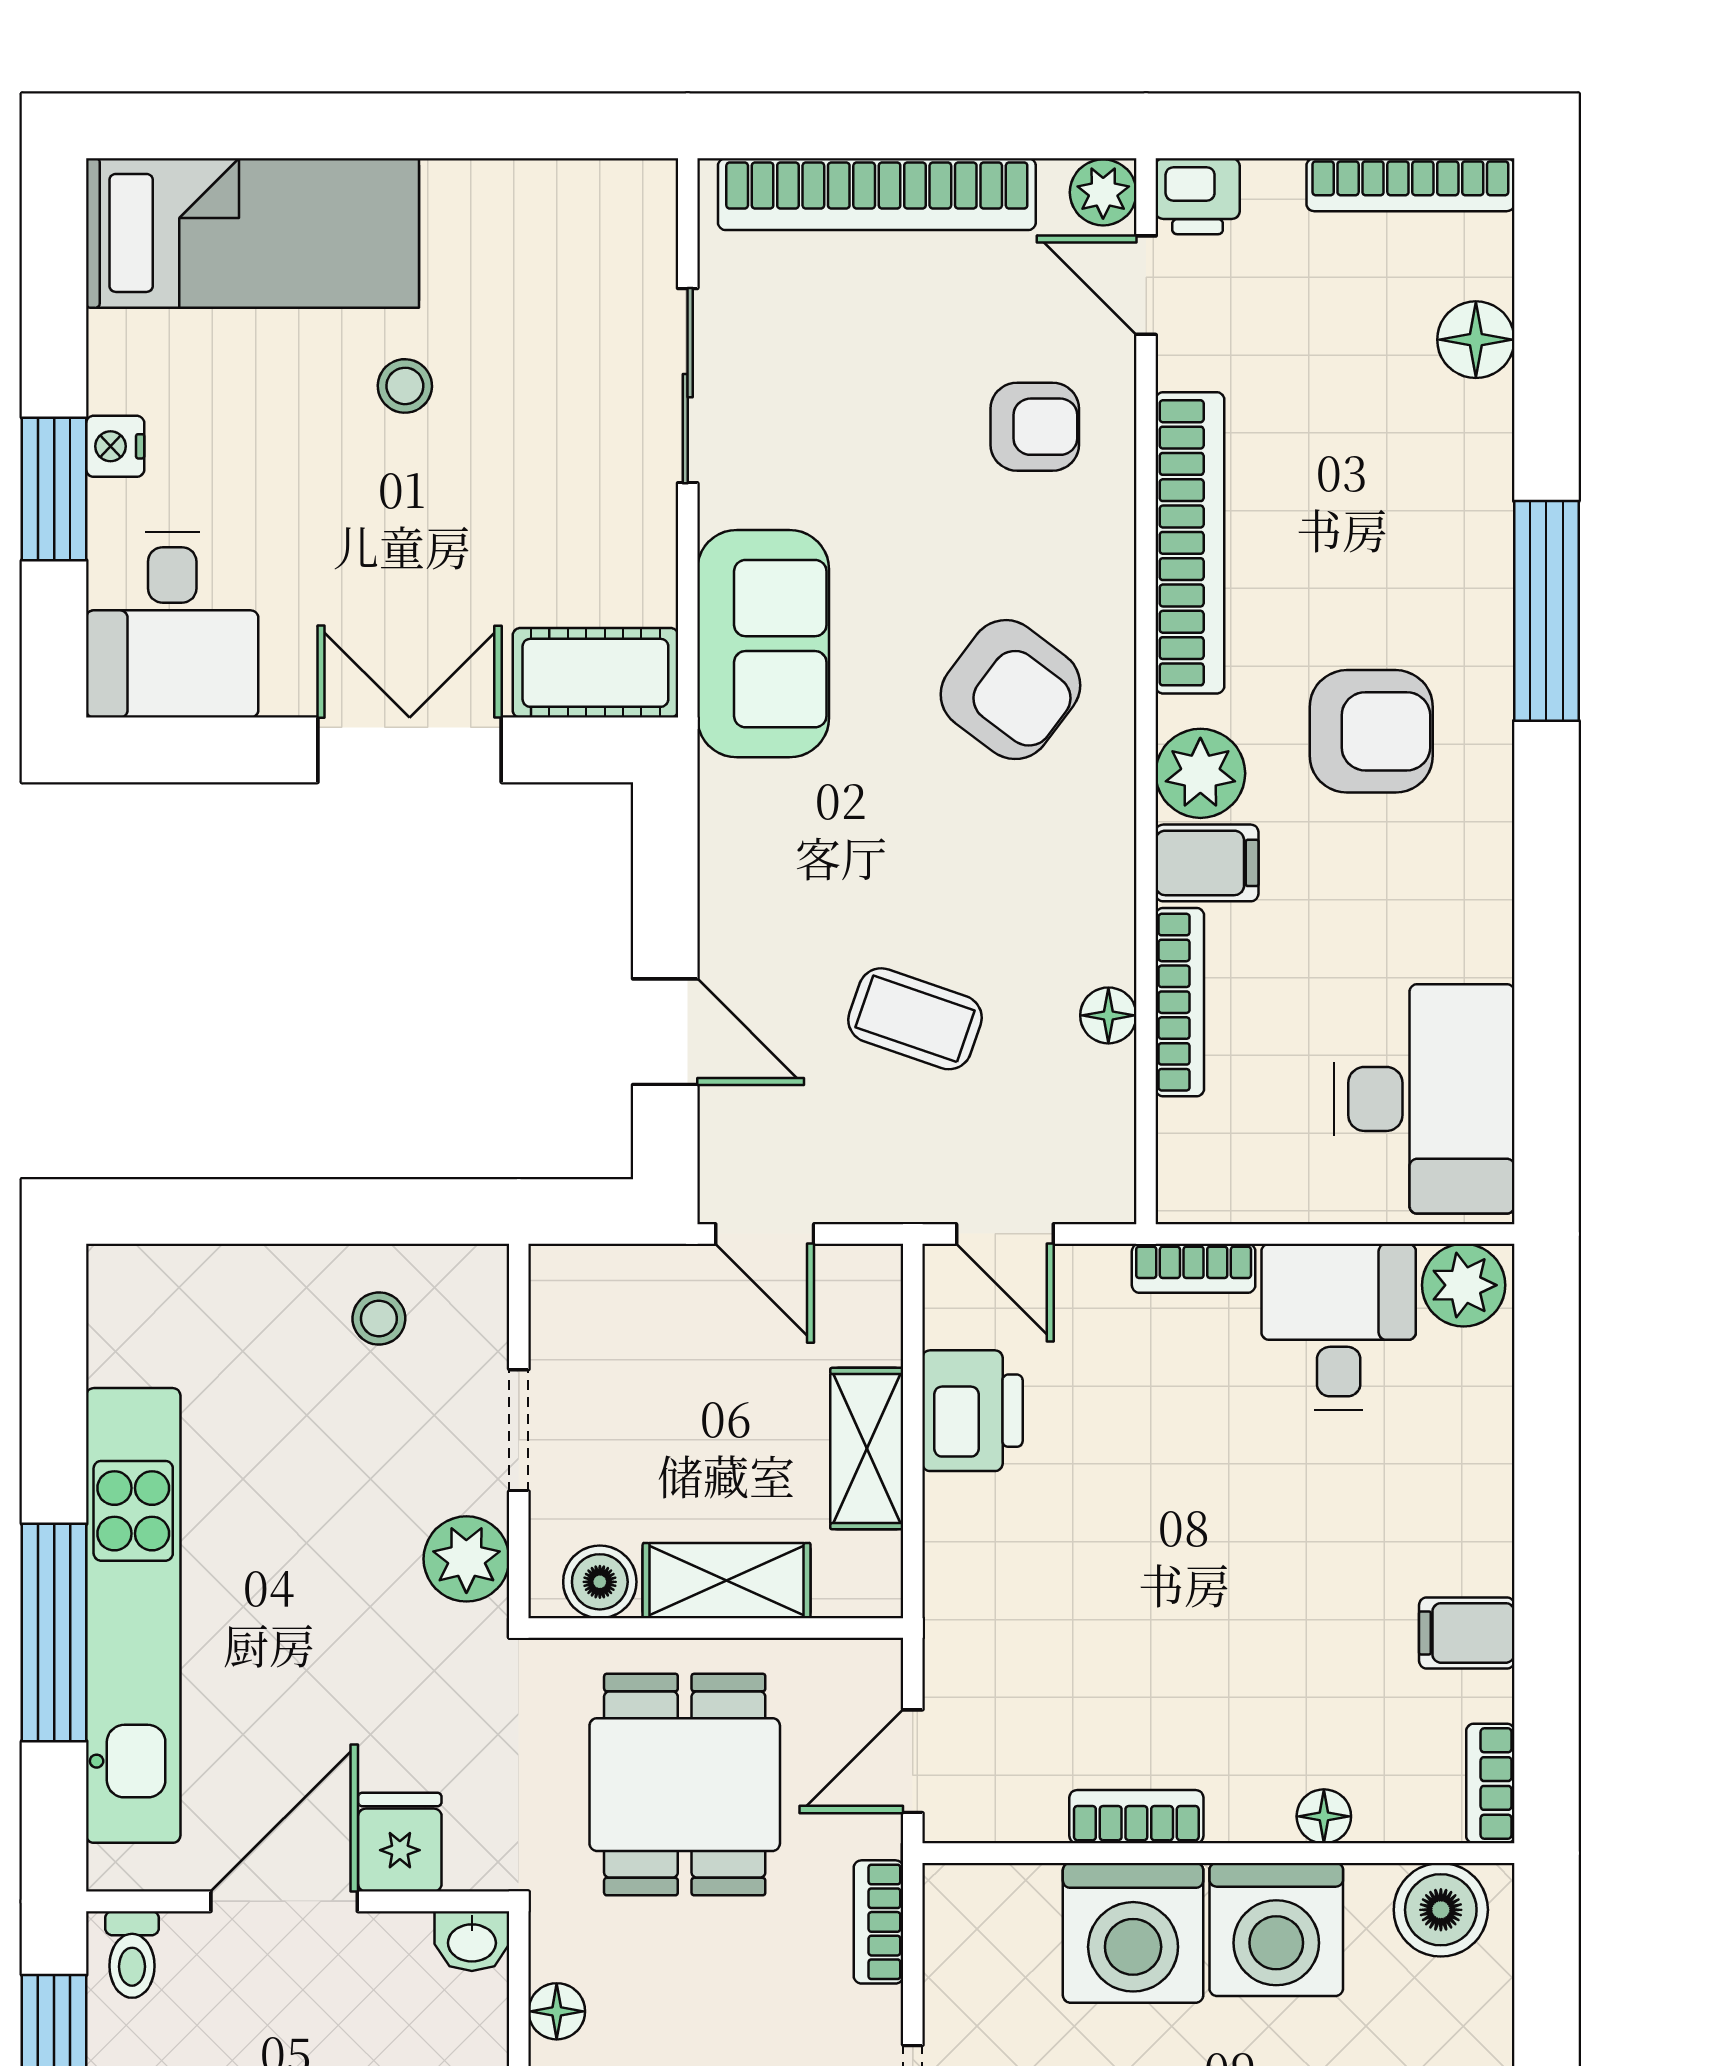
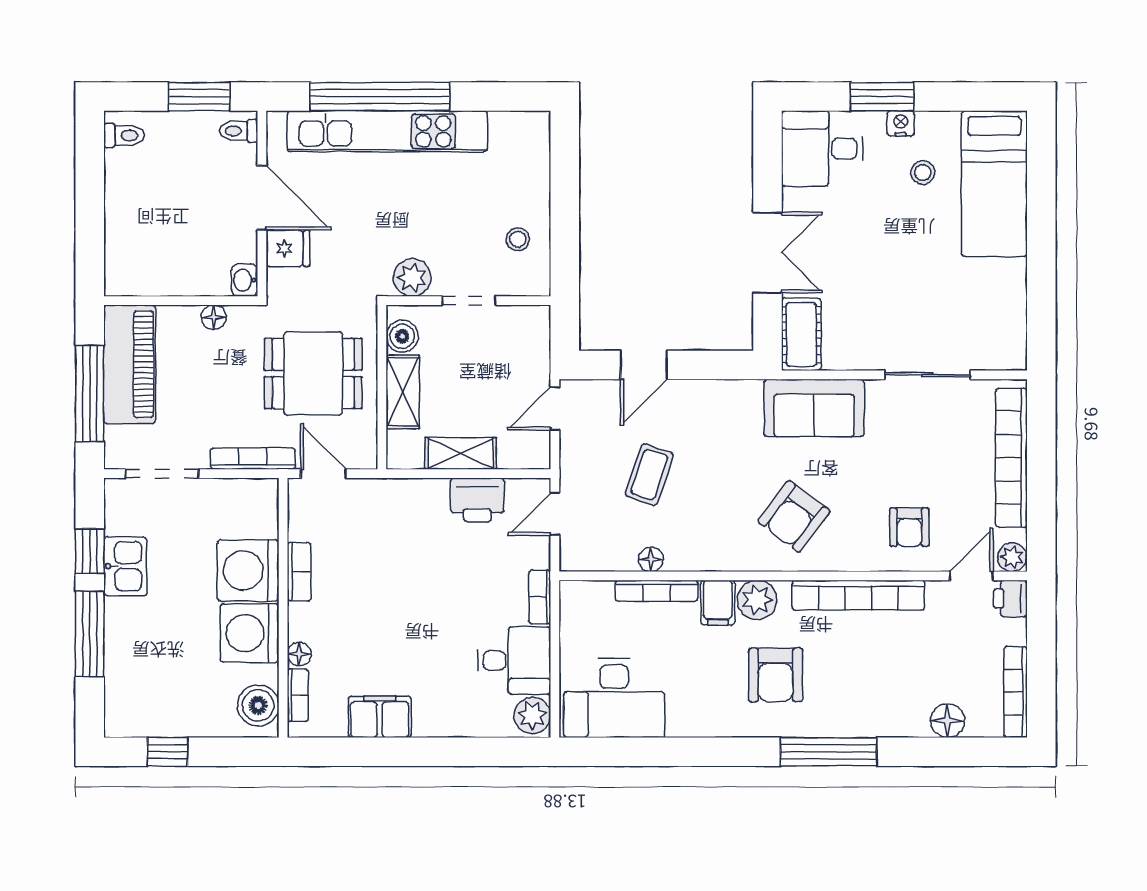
stool: (405, 386) -> (923, 172), moved
window: (54, 1632) -> (380, 97), width x1.46
filing cabinet: (1467, 1633) -> (380, 717), width x2.00
bookcase: (1490, 1783) -> (298, 695), moved, turned 90
bookcase: (879, 1922) -> (253, 459), width x1.56

